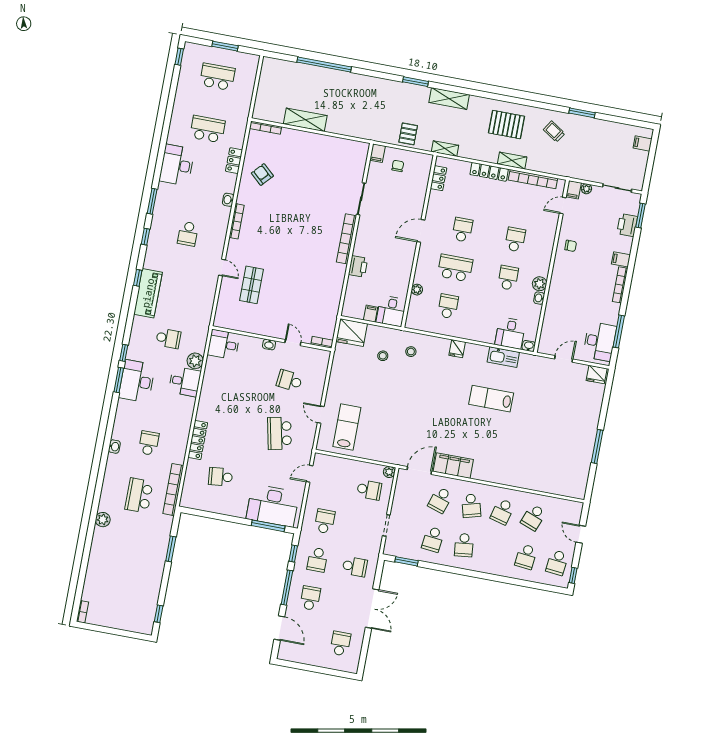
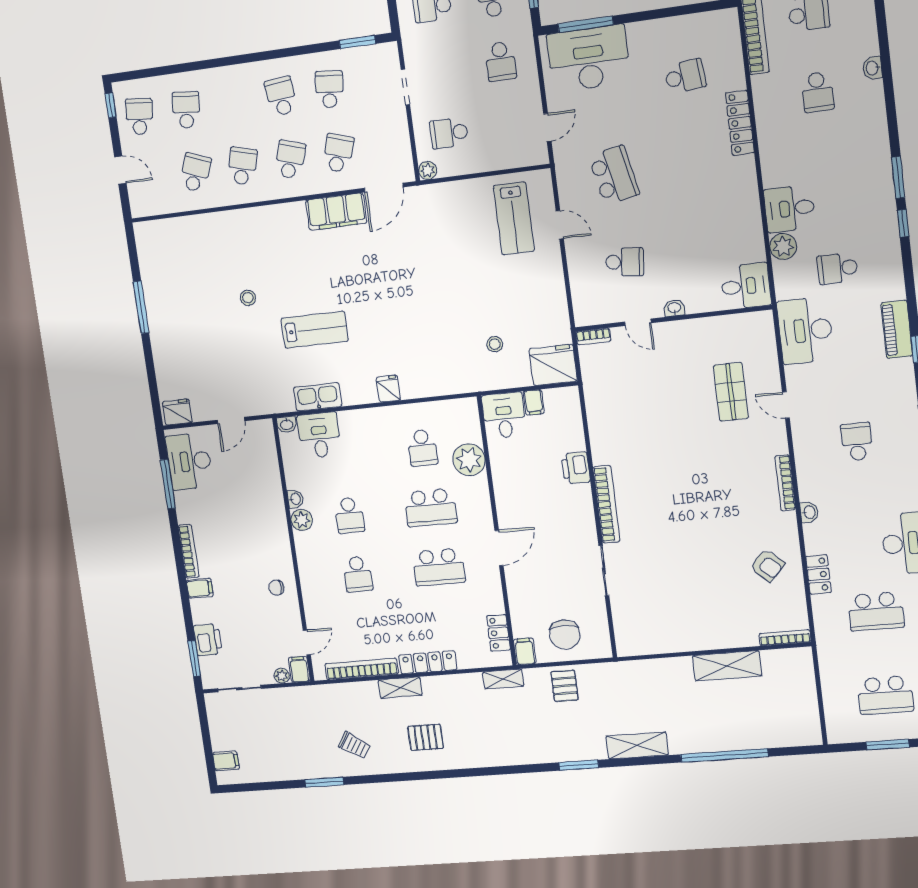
shelving: (449, 99) -> (637, 745), moved
pallet: (506, 125) -> (425, 737), width x0.67, depth x0.71
filing cabinet: (377, 153) -> (525, 651), moved
chair: (398, 166) -> (565, 635), width x1.87, depth x1.87
school desk: (462, 230) -> (439, 567), width x1.85
plant: (417, 290) -> (469, 460), width x1.88, depth x1.88
piano: (148, 293) -> (897, 329), width x0.73, depth x0.75
stool: (411, 352) -> (248, 298), moved
desk: (137, 381) -> (805, 330), moved, turned 180
school desk: (471, 506) -> (290, 160), turned 33

